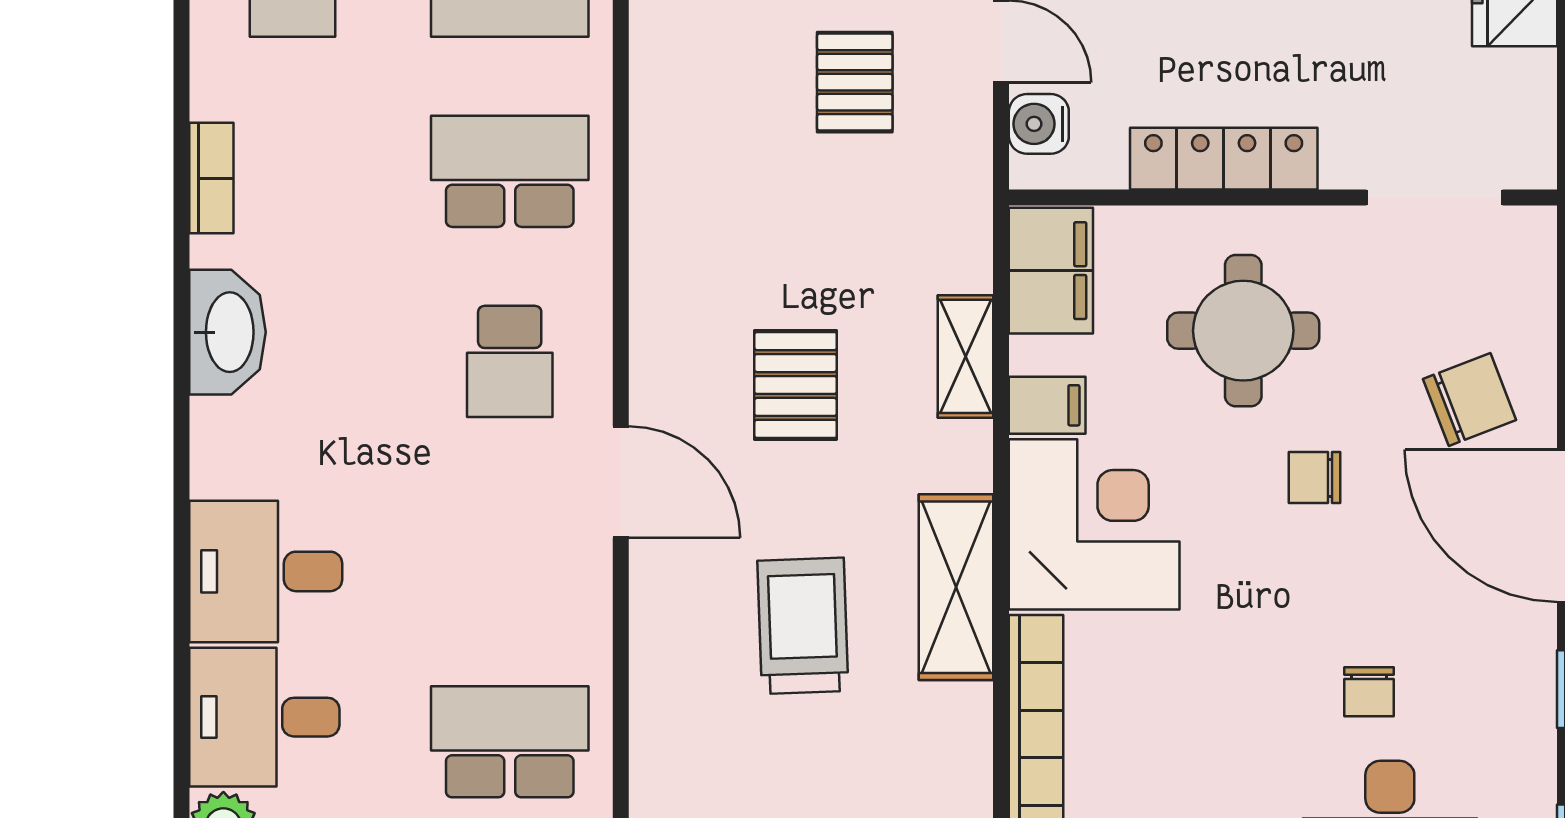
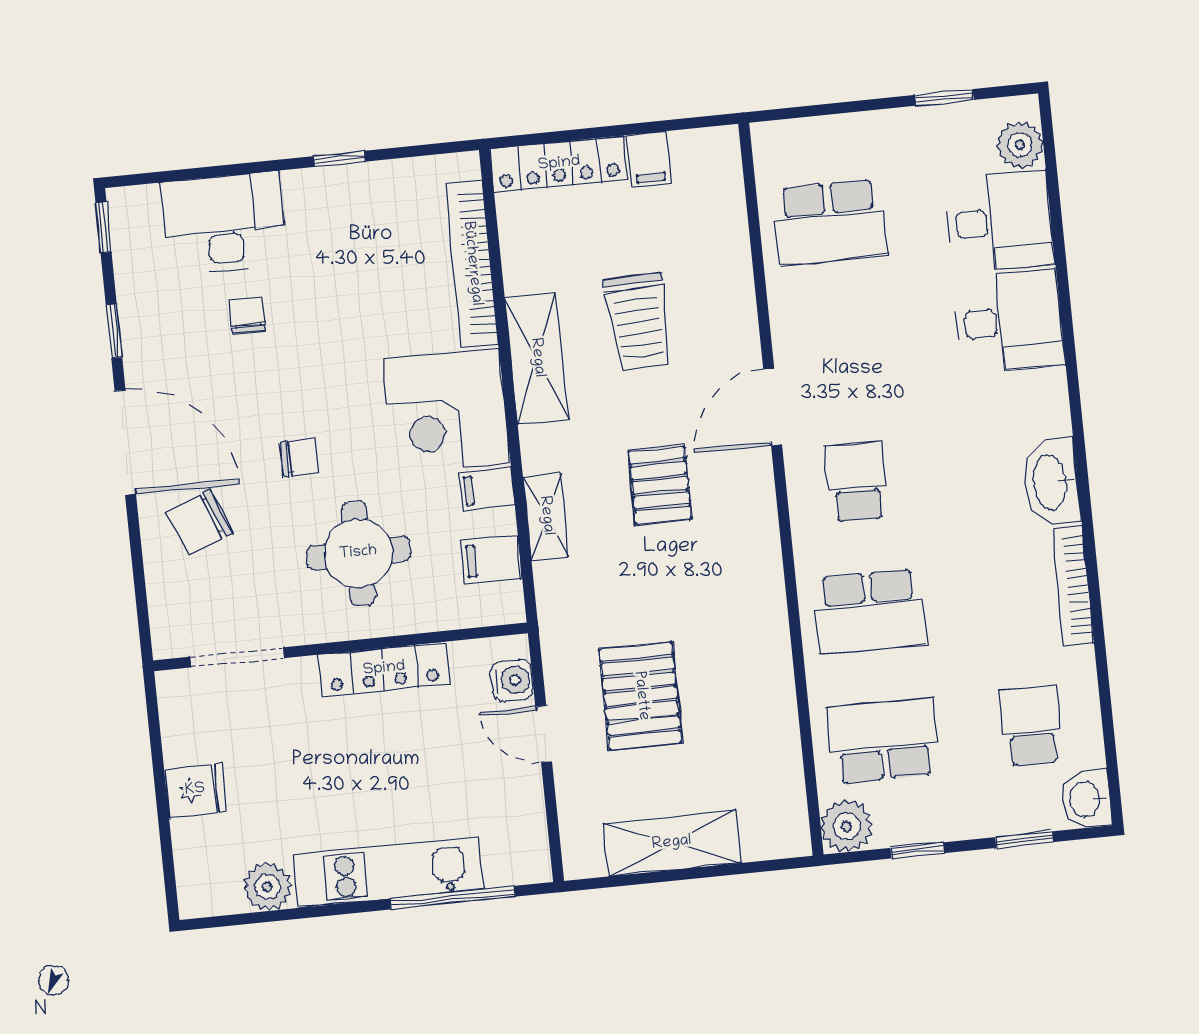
pallet: (855, 82) -> (641, 696), width x1.50, depth x1.42
bookcase: (211, 178) -> (1073, 586), width x1.56
filing cabinet: (1051, 271) -> (492, 559), width x0.50
door: (621, 482) -> (773, 407), hinge flipped

